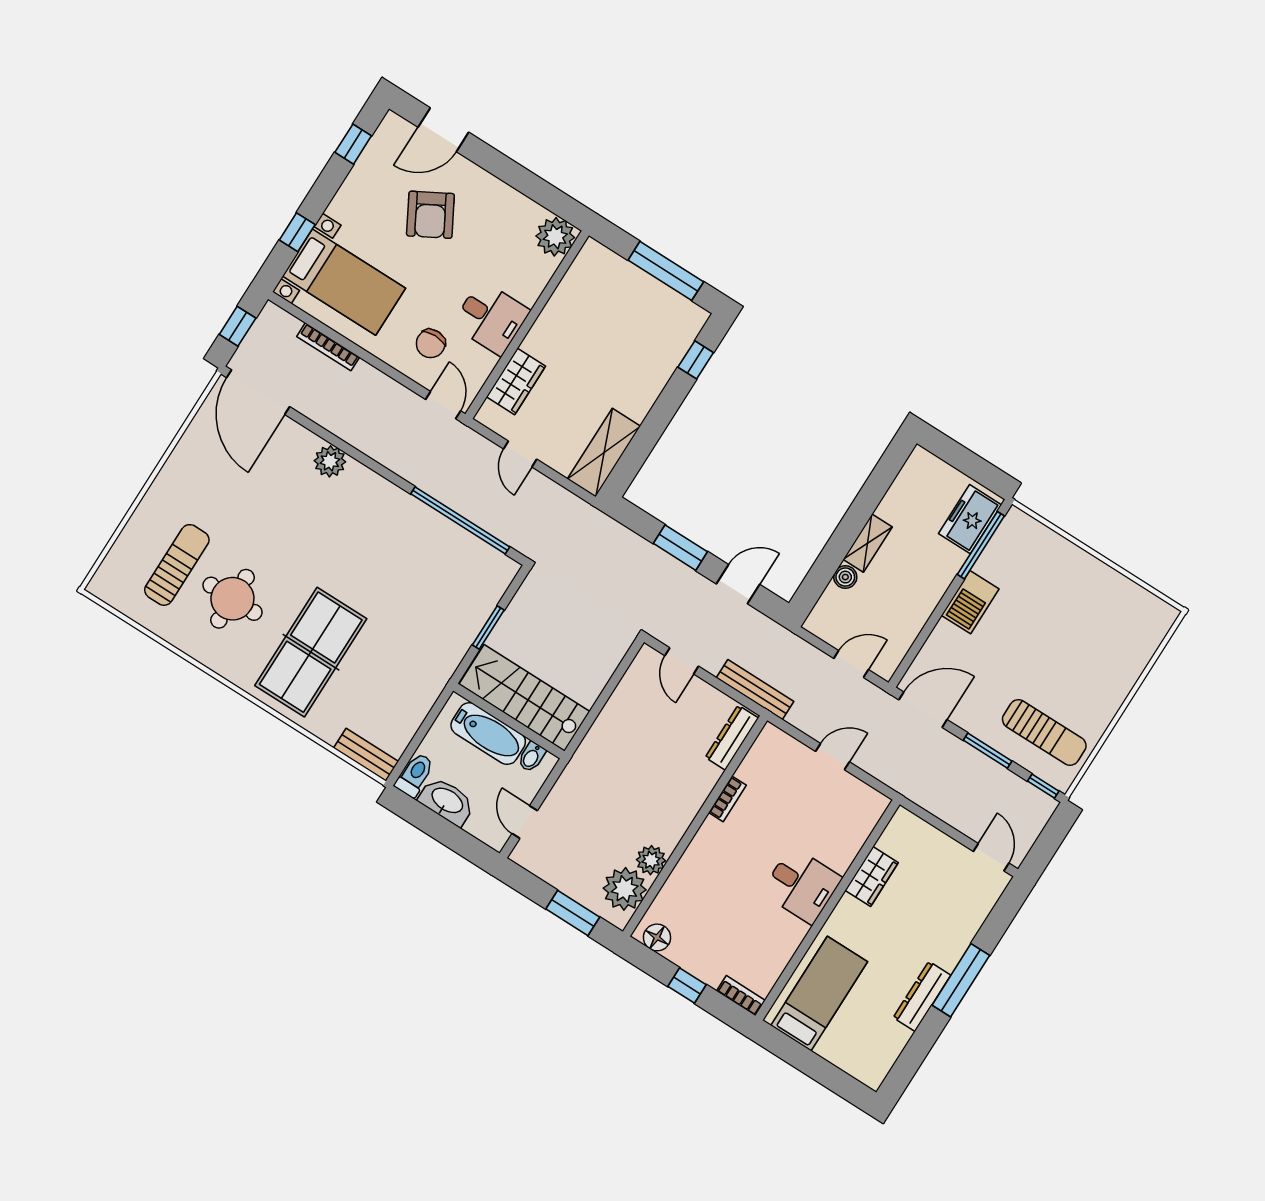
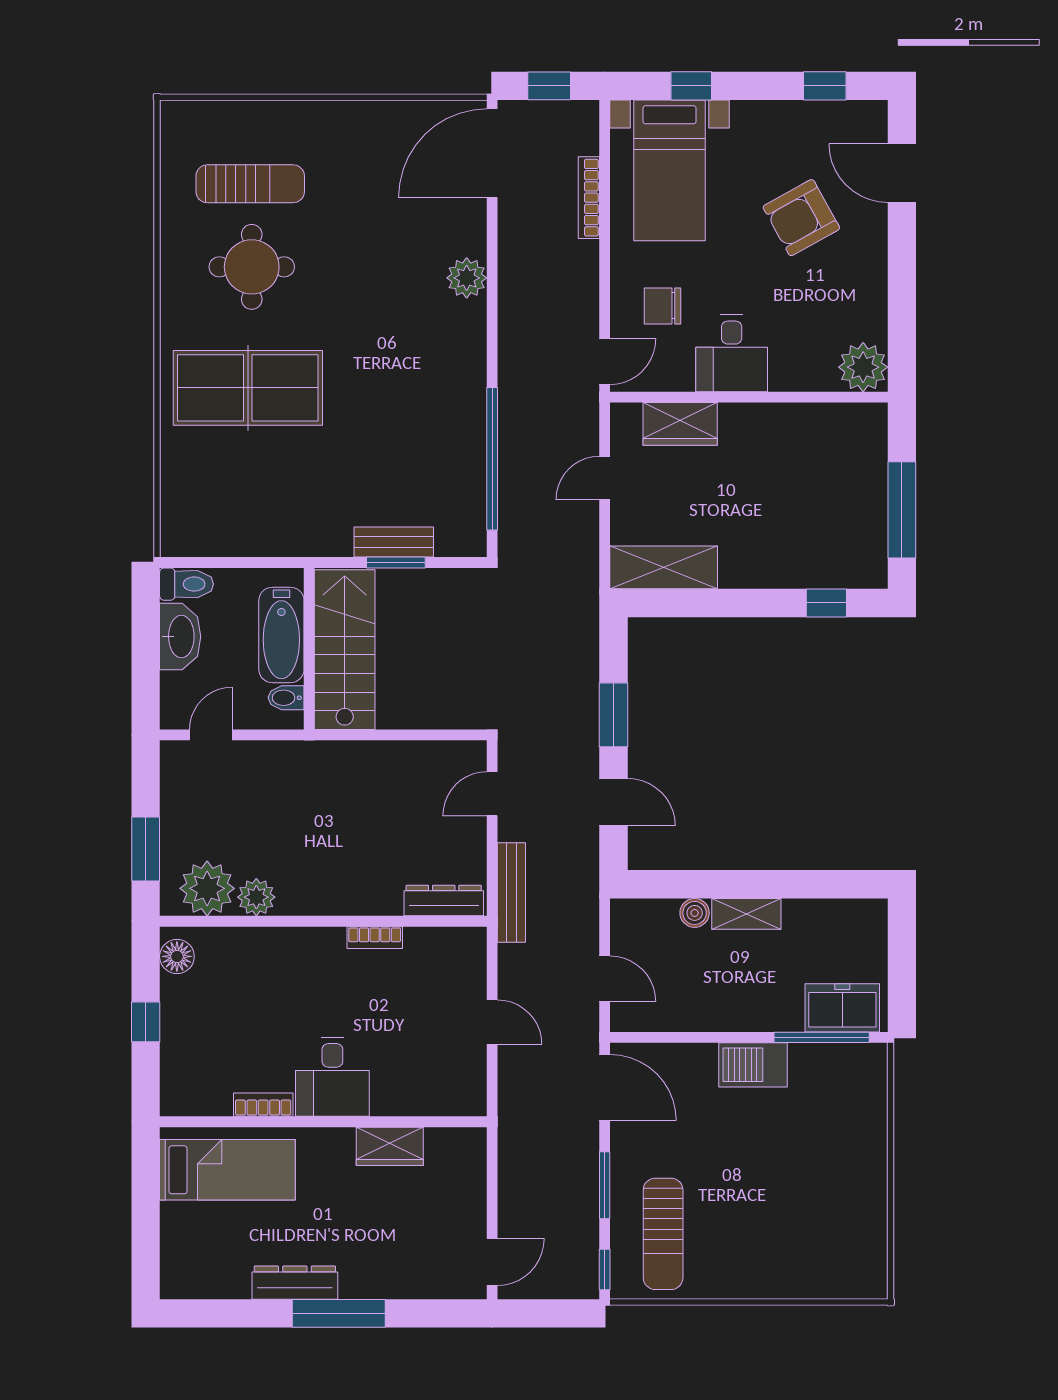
bench: (366, 755) -> (394, 542), moved, turned 90
bookcase: (741, 996) -> (263, 1105), moved, turned -90

